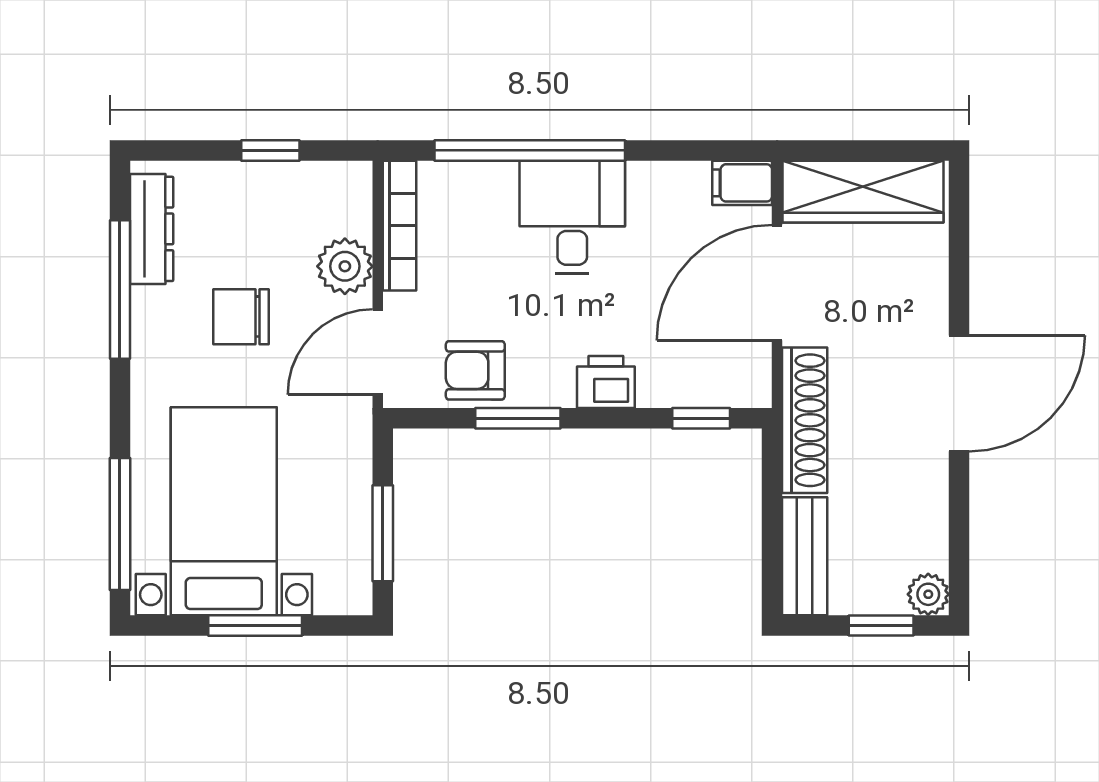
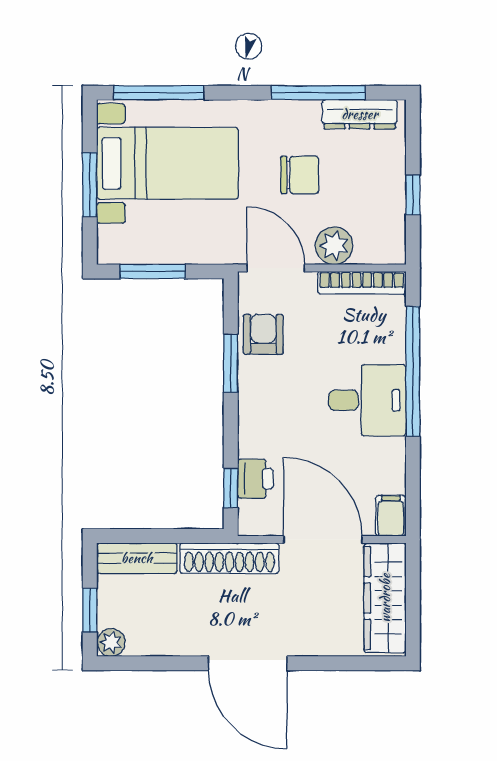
chair: (241, 317) -> (300, 175), turned 90
printer: (606, 382) -> (255, 479), moved

